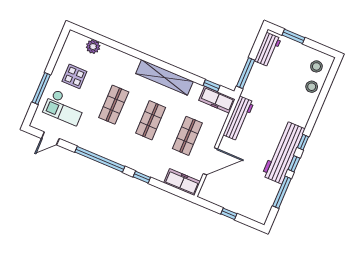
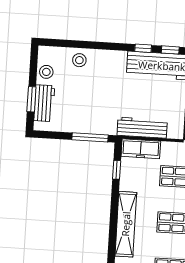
workbench: (268, 50) -> (44, 103), moved, turned 90
stool: (316, 66) -> (46, 72), moved
freezer: (217, 100) -> (141, 149), moved, turned 90

